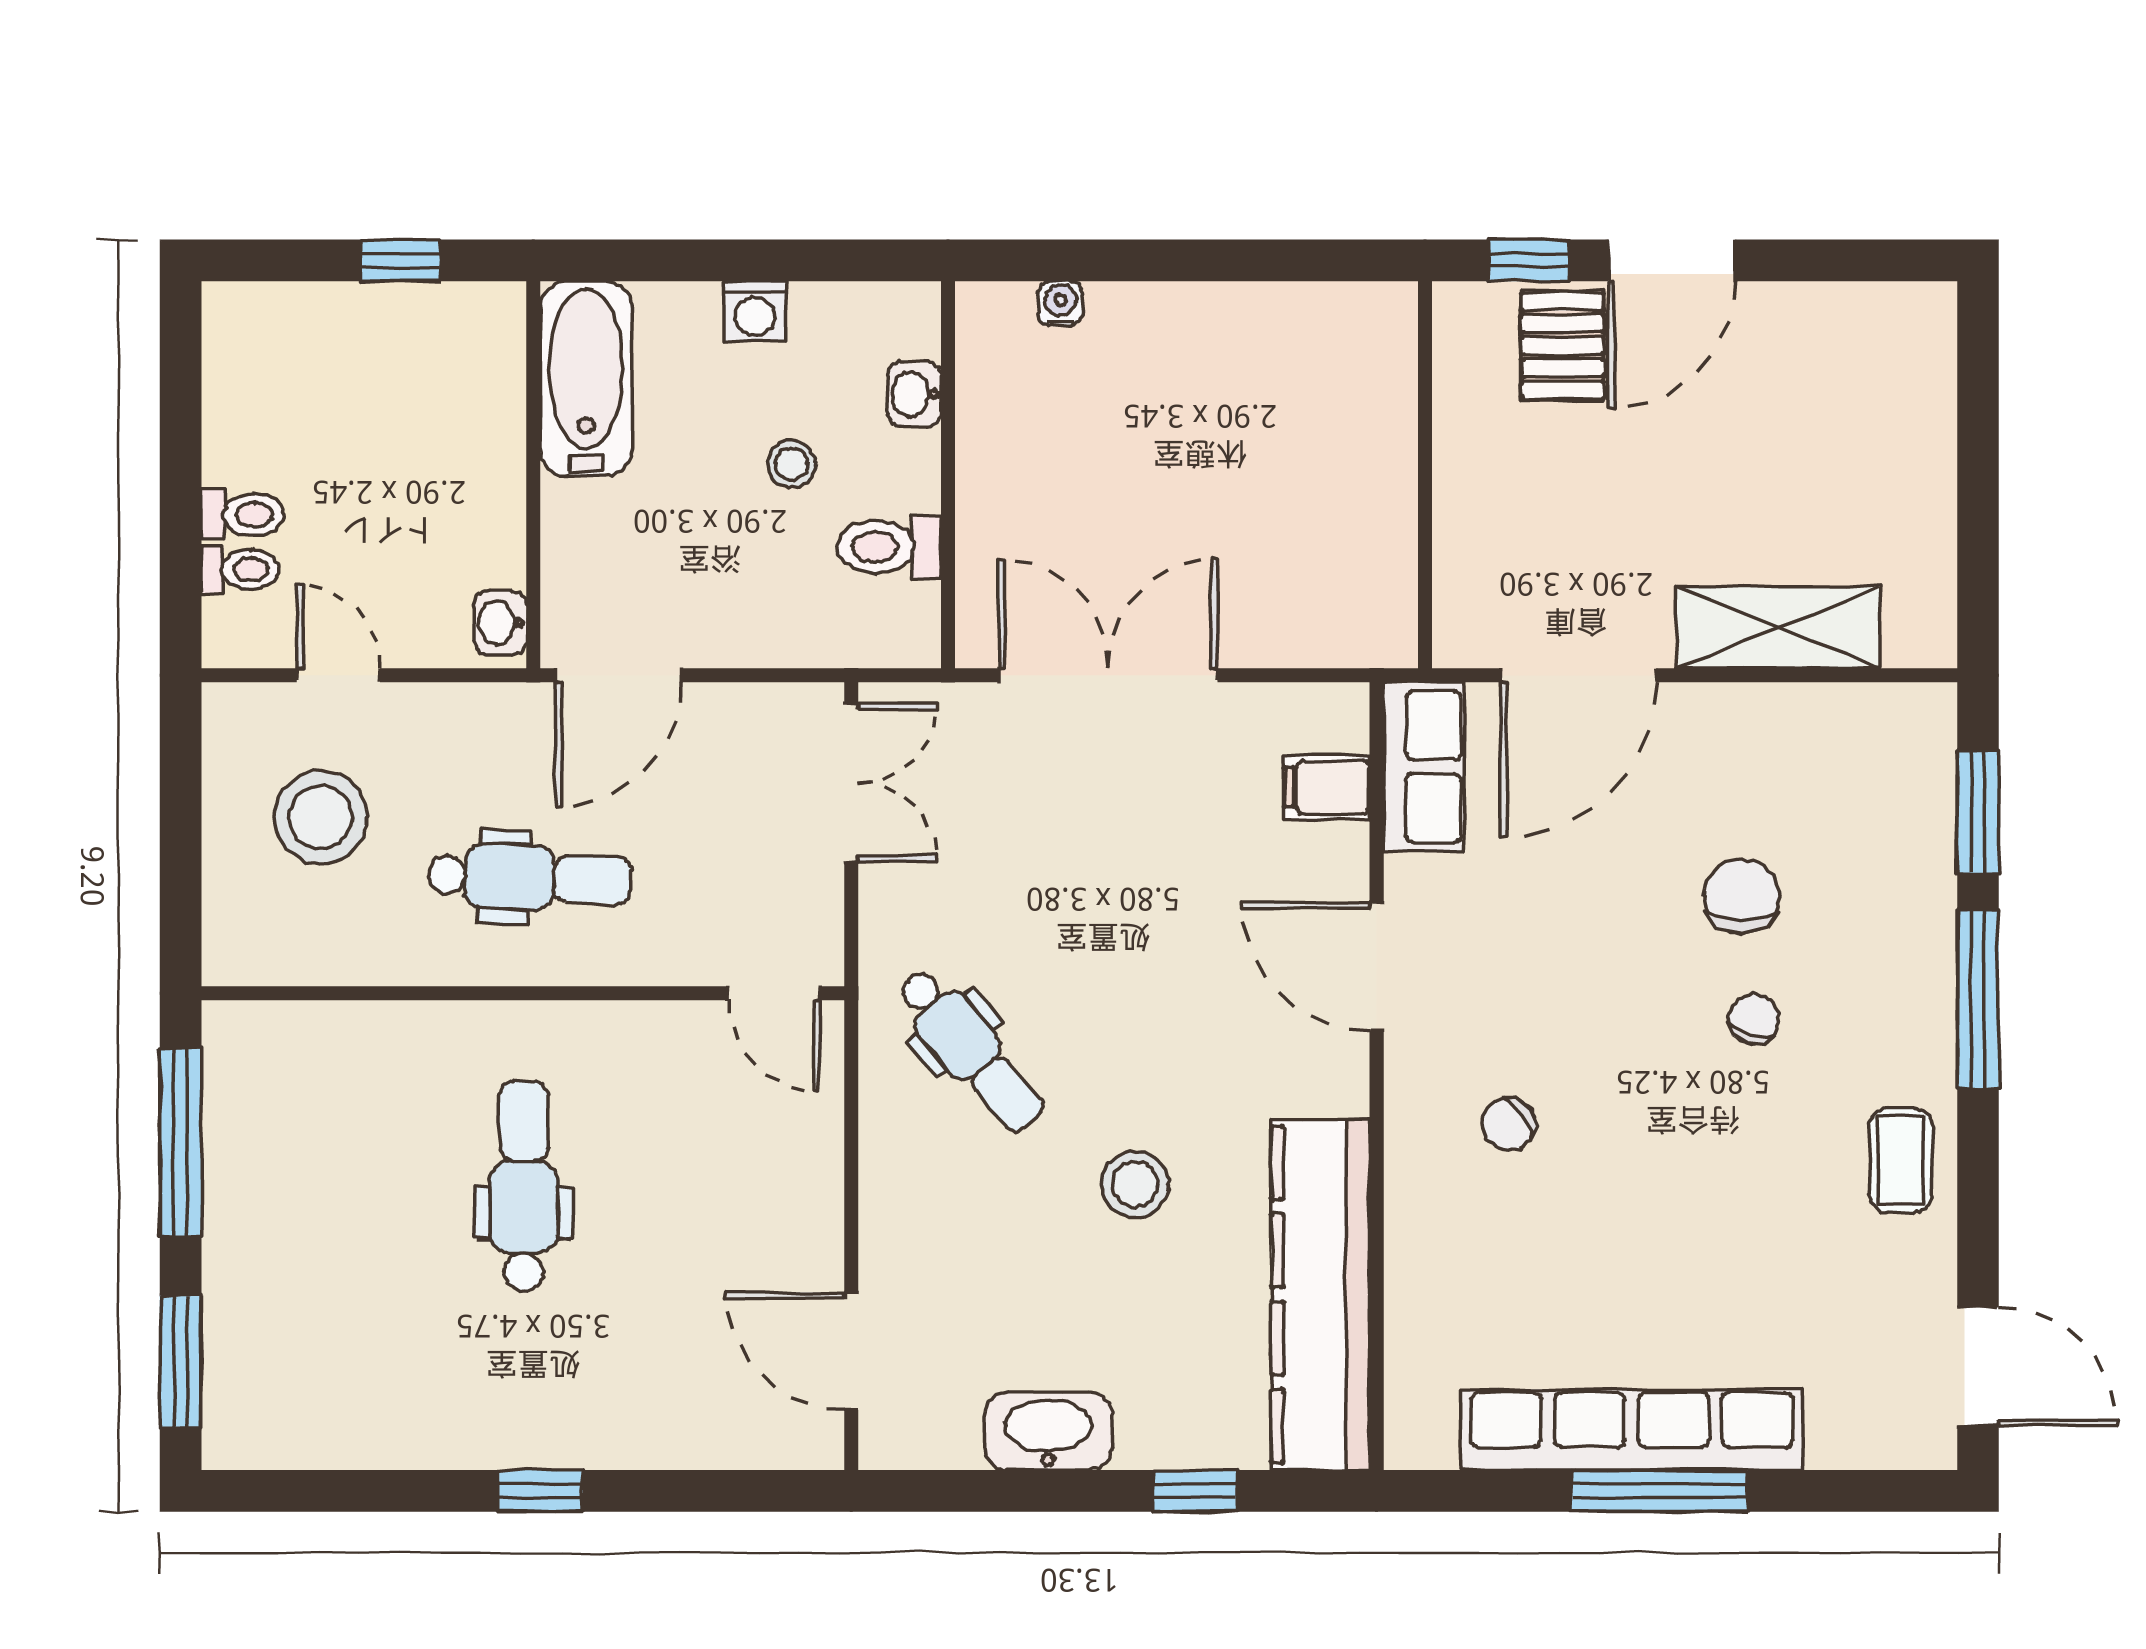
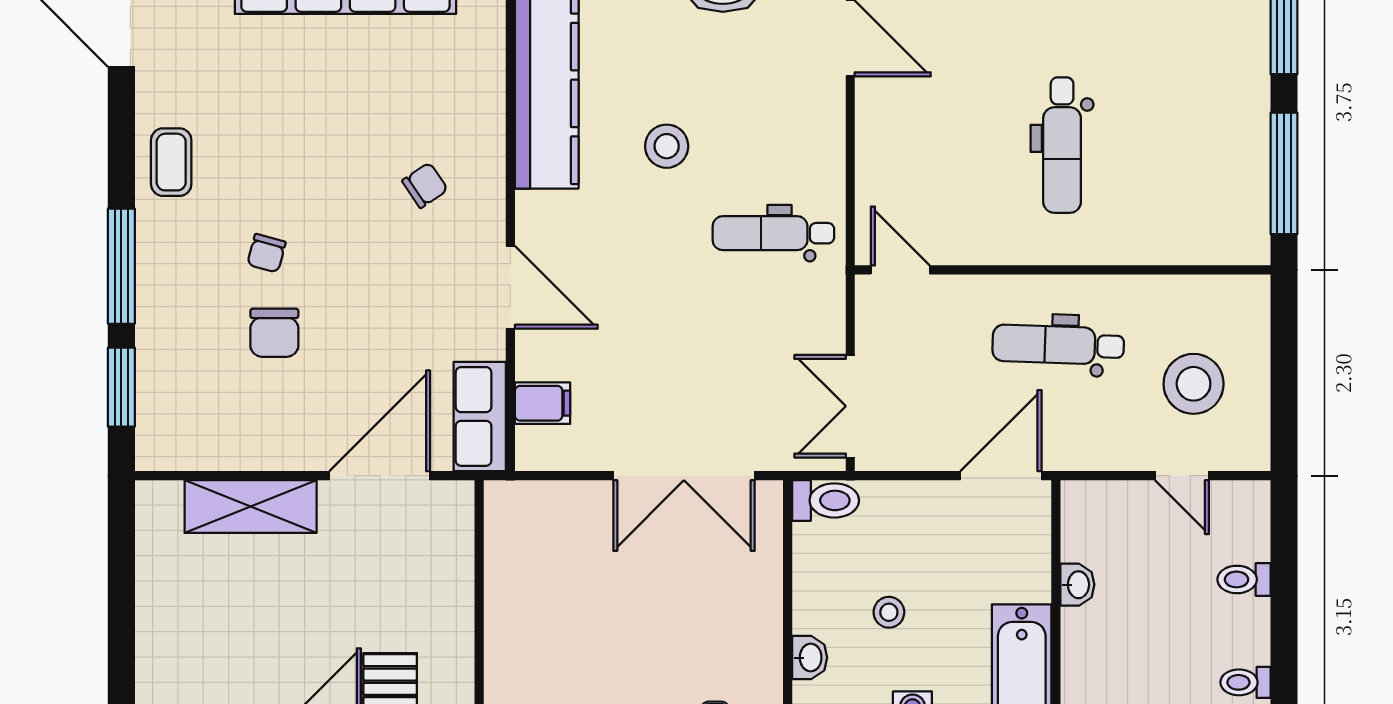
toilet: (889, 547) -> (826, 500), moved
toilet: (240, 569) -> (1245, 682), moved
washbasin: (500, 623) -> (1077, 585), moved
dental chair: (970, 1050) -> (773, 233), turned -50

